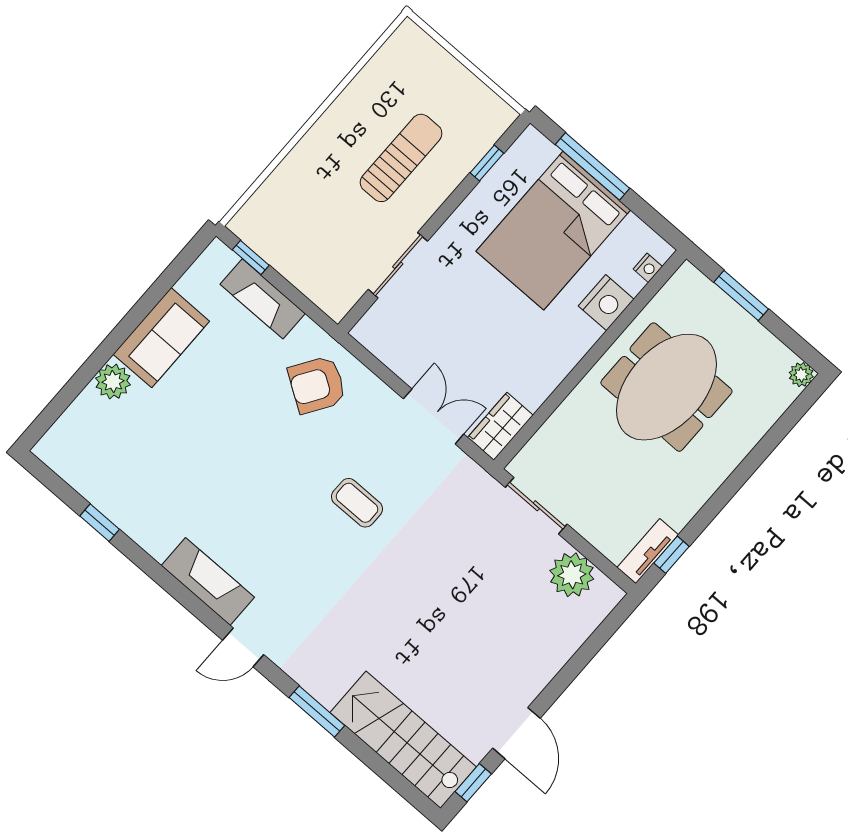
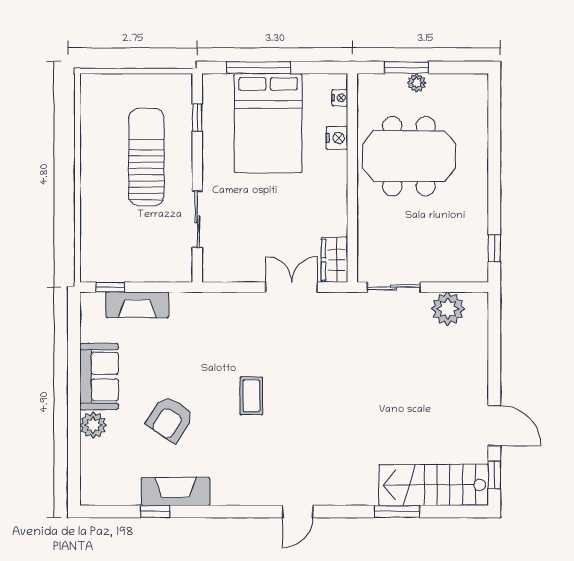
sun lounger: (401, 158) -> (146, 157), width x1.36, depth x1.34
nightstand: (606, 303) -> (337, 138), width x0.74, depth x0.75
plant: (801, 375) -> (417, 83), moved
armchair: (317, 385) -> (170, 419), moved
meeting table: (666, 387) -> (409, 156), turned 90
coffee table: (357, 503) -> (251, 396), moved, turned 90
tv unit: (648, 551) -> (479, 258), removed
fireplace: (208, 581) -> (176, 492), moved
window: (317, 711) -> (397, 511), moved

